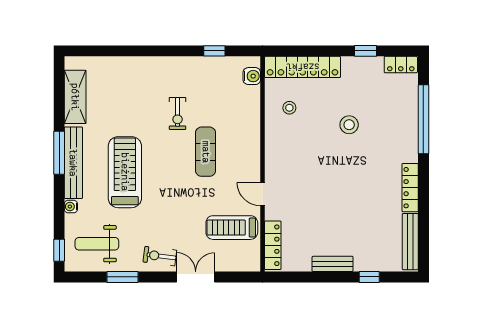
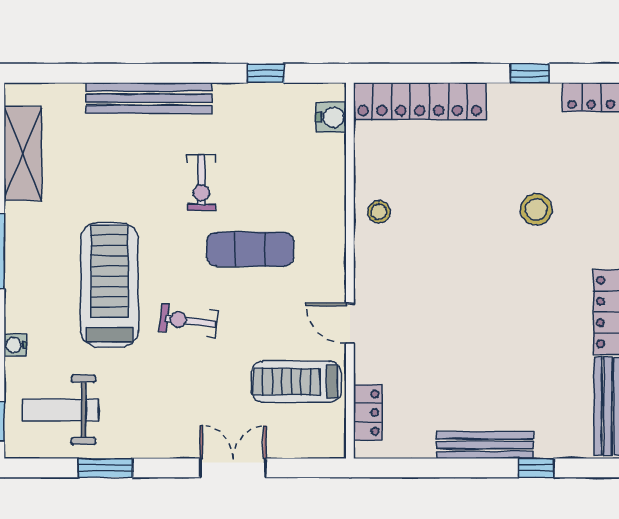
stool: (289, 108) -> (379, 212), moved
stool: (349, 125) -> (536, 209), moved
exercise mat: (206, 152) -> (250, 249), turned 90
bench: (73, 163) -> (149, 98), moved, turned 90
locker: (273, 245) -> (368, 413), width x0.66
exercise bike: (160, 256) -> (188, 321), moved
bench: (333, 264) -> (485, 445), width x1.36

